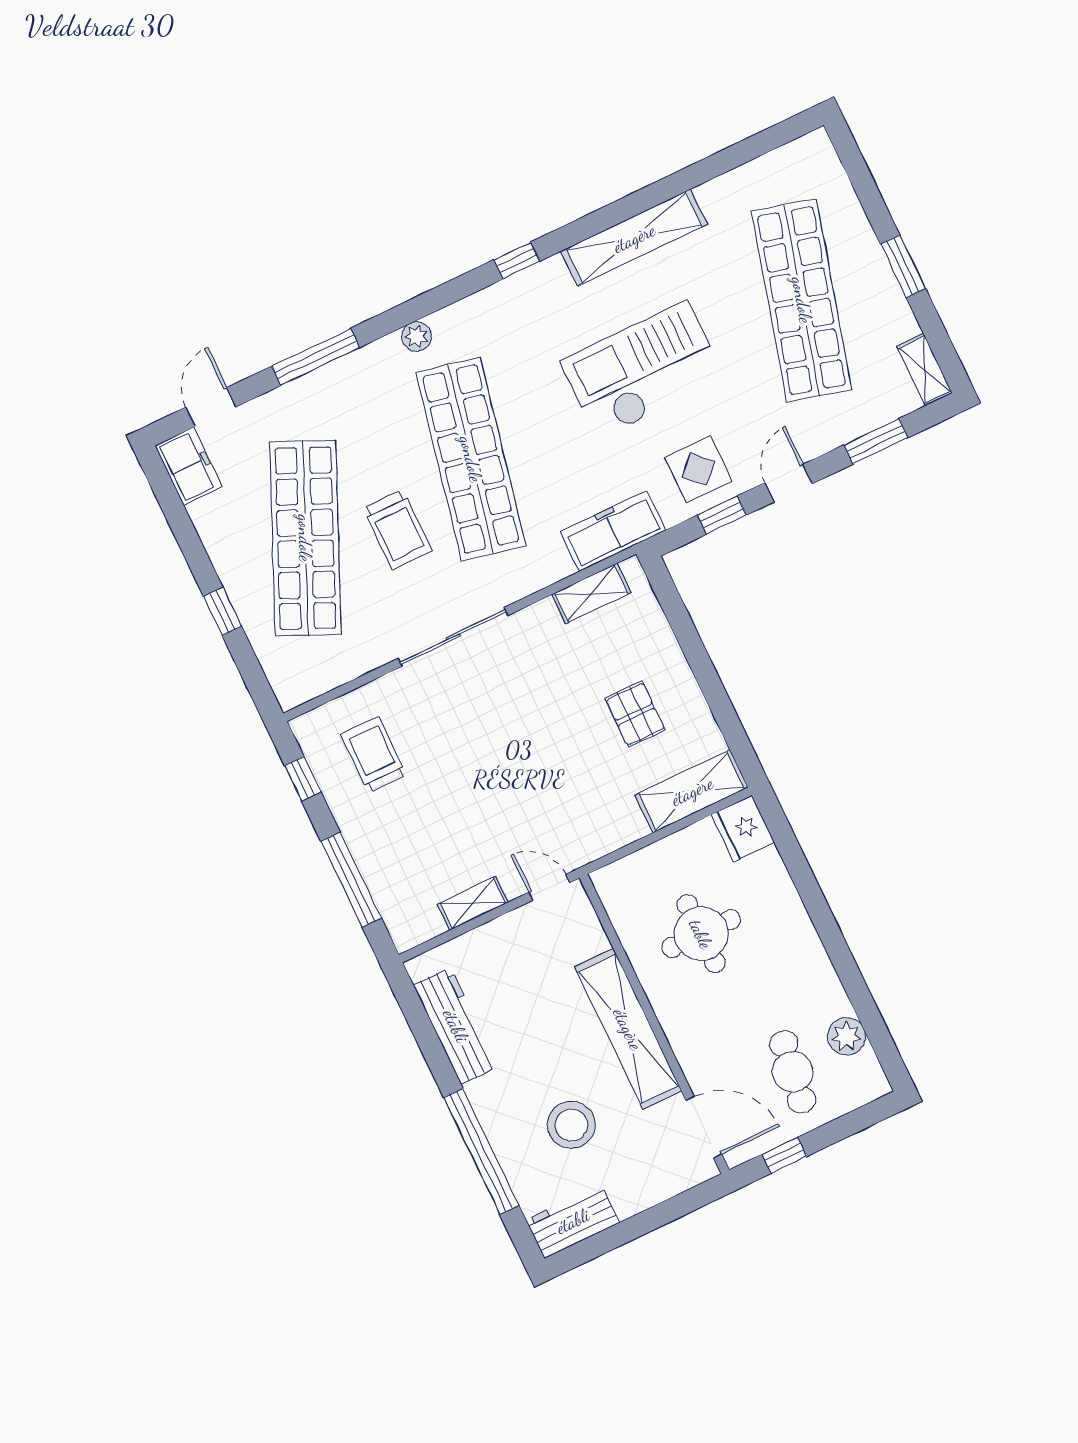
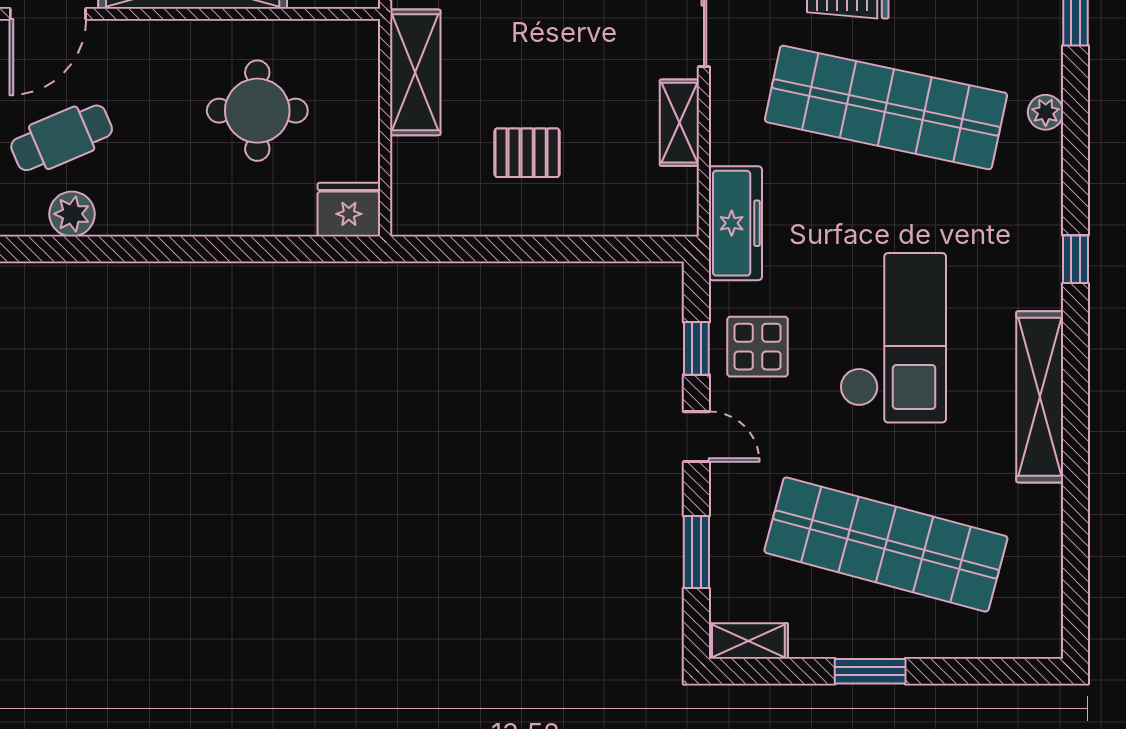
shelving: (591, 593) -> (679, 123), moved
shelving: (692, 791) -> (415, 72), moved
cafe table: (793, 1072) -> (62, 138), turned -31

